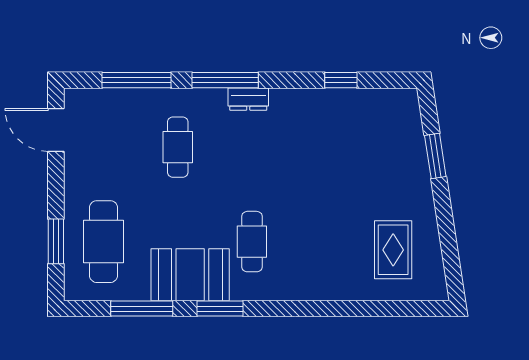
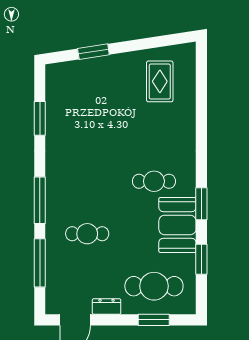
window: (341, 80) -> (40, 118), width x1.50
dresser: (248, 99) -> (107, 307), moved, turned -90
rug: (393, 250) -> (160, 81), turned 90
window: (142, 309) -> (201, 259), width x0.69

